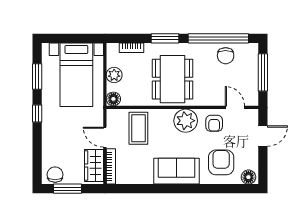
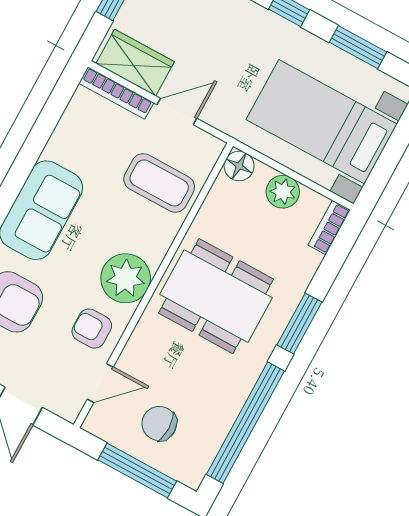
bookcase: (132, 48) -> (329, 227), moved
chair: (226, 56) -> (159, 424), moved

